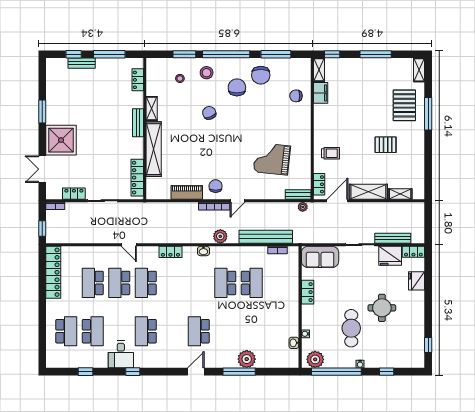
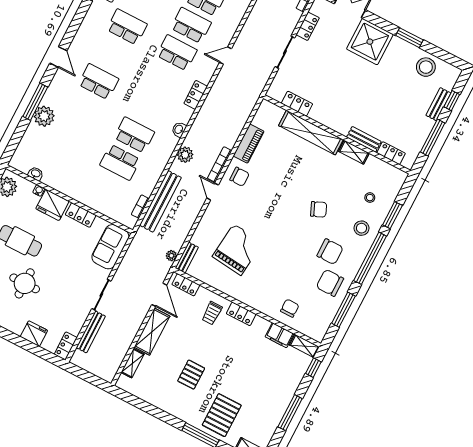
stool: (58, 87) -> (426, 67), added
pallet: (404, 105) -> (222, 415), turned 90
bench: (138, 123) -> (364, 139), moved
locker: (320, 131) -> (241, 314), added
locker: (137, 178) -> (297, 104), width x0.66
fridge: (390, 256) -> (52, 205), moved, turned -90

